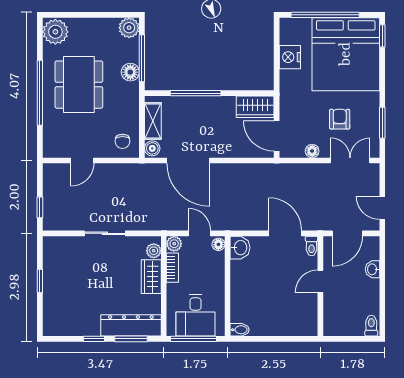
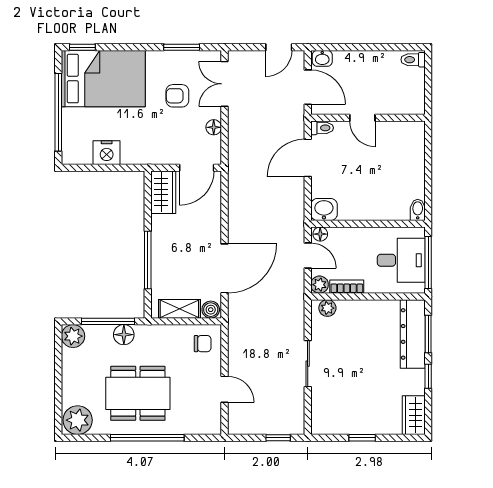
bed: (346, 54) -> (103, 79), width x0.73
door: (200, 233) -> (308, 256), swing flipped
washbasin: (372, 269) -> (322, 58), moved
wardrobe: (151, 277) -> (414, 415), moved, turned 90

